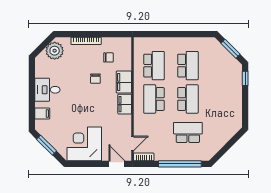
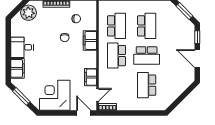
school desk: (188, 99) -> (147, 56), turned 90
door: (245, 102) -> (197, 59), added
filing cabinet: (125, 104) -> (91, 77), moved
filing cabinet: (42, 114) -> (18, 68), width x2.00
school desk: (188, 132) -> (147, 85), turned -90
window: (180, 164) -> (140, 113), removed

